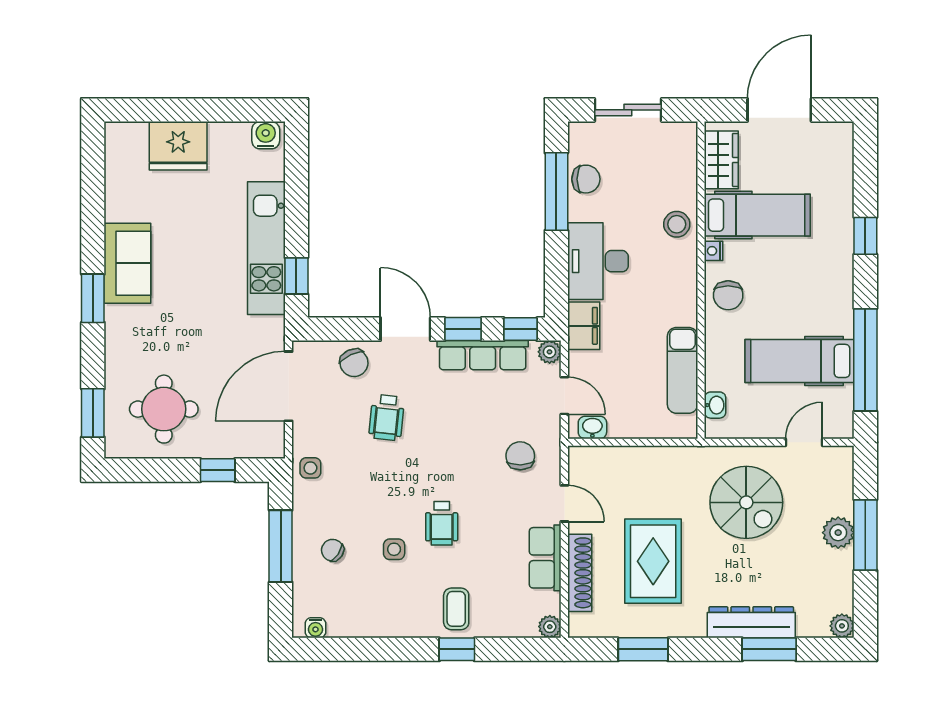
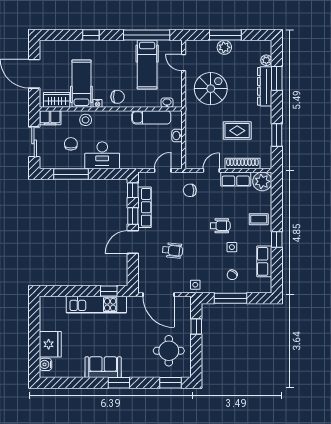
water cooler: (266, 135) -> (45, 364), moved
chair: (586, 179) -> (71, 144), moved
filing cabinet: (584, 326) -> (50, 118), moved, turned 180
plant: (550, 352) -> (143, 177), removed
chair: (354, 363) -> (148, 265), removed
washbasin: (592, 427) -> (177, 136), moved
rug: (653, 561) -> (237, 131), width x0.73, depth x0.70
row of seats: (362, 622) -> (264, 261), added
plant: (842, 626) -> (266, 60), moved
plant: (550, 627) -> (262, 181), width x1.88, depth x1.88
water cooler: (315, 628) -> (267, 282), removed
window: (457, 649) -> (277, 239), moved

